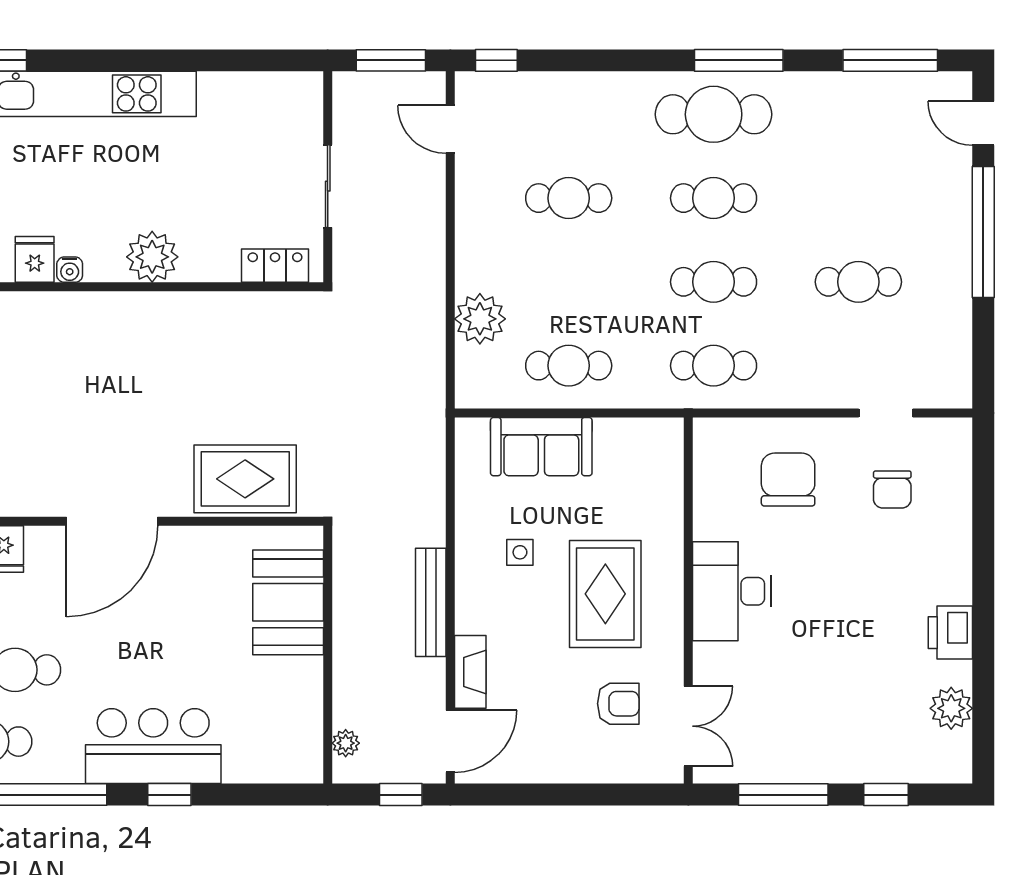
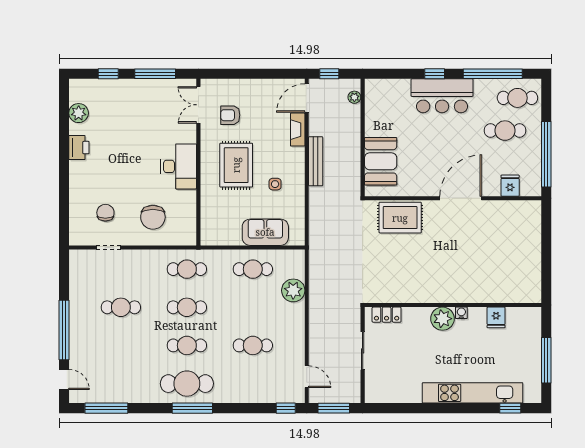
window: (739, 60) -> (192, 408), moved
water cooler: (70, 270) -> (461, 313), moved

